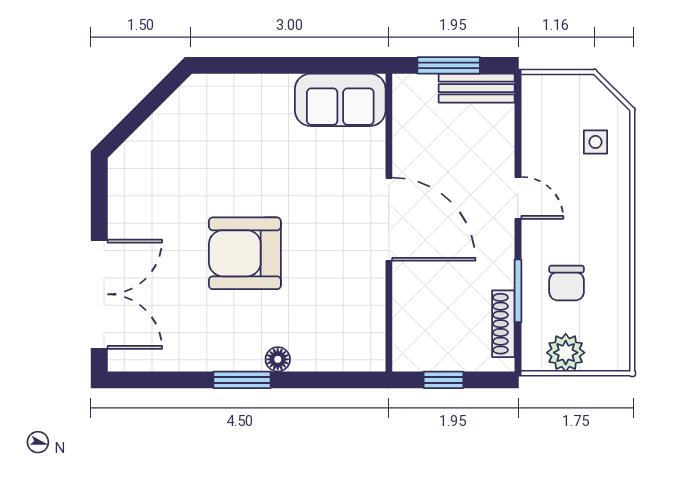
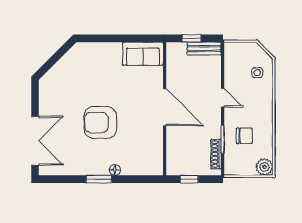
window: (449, 65) -> (191, 38), width x0.67
chair: (567, 283) -> (244, 136), turned -90
plant: (566, 353) -> (264, 167), moved

